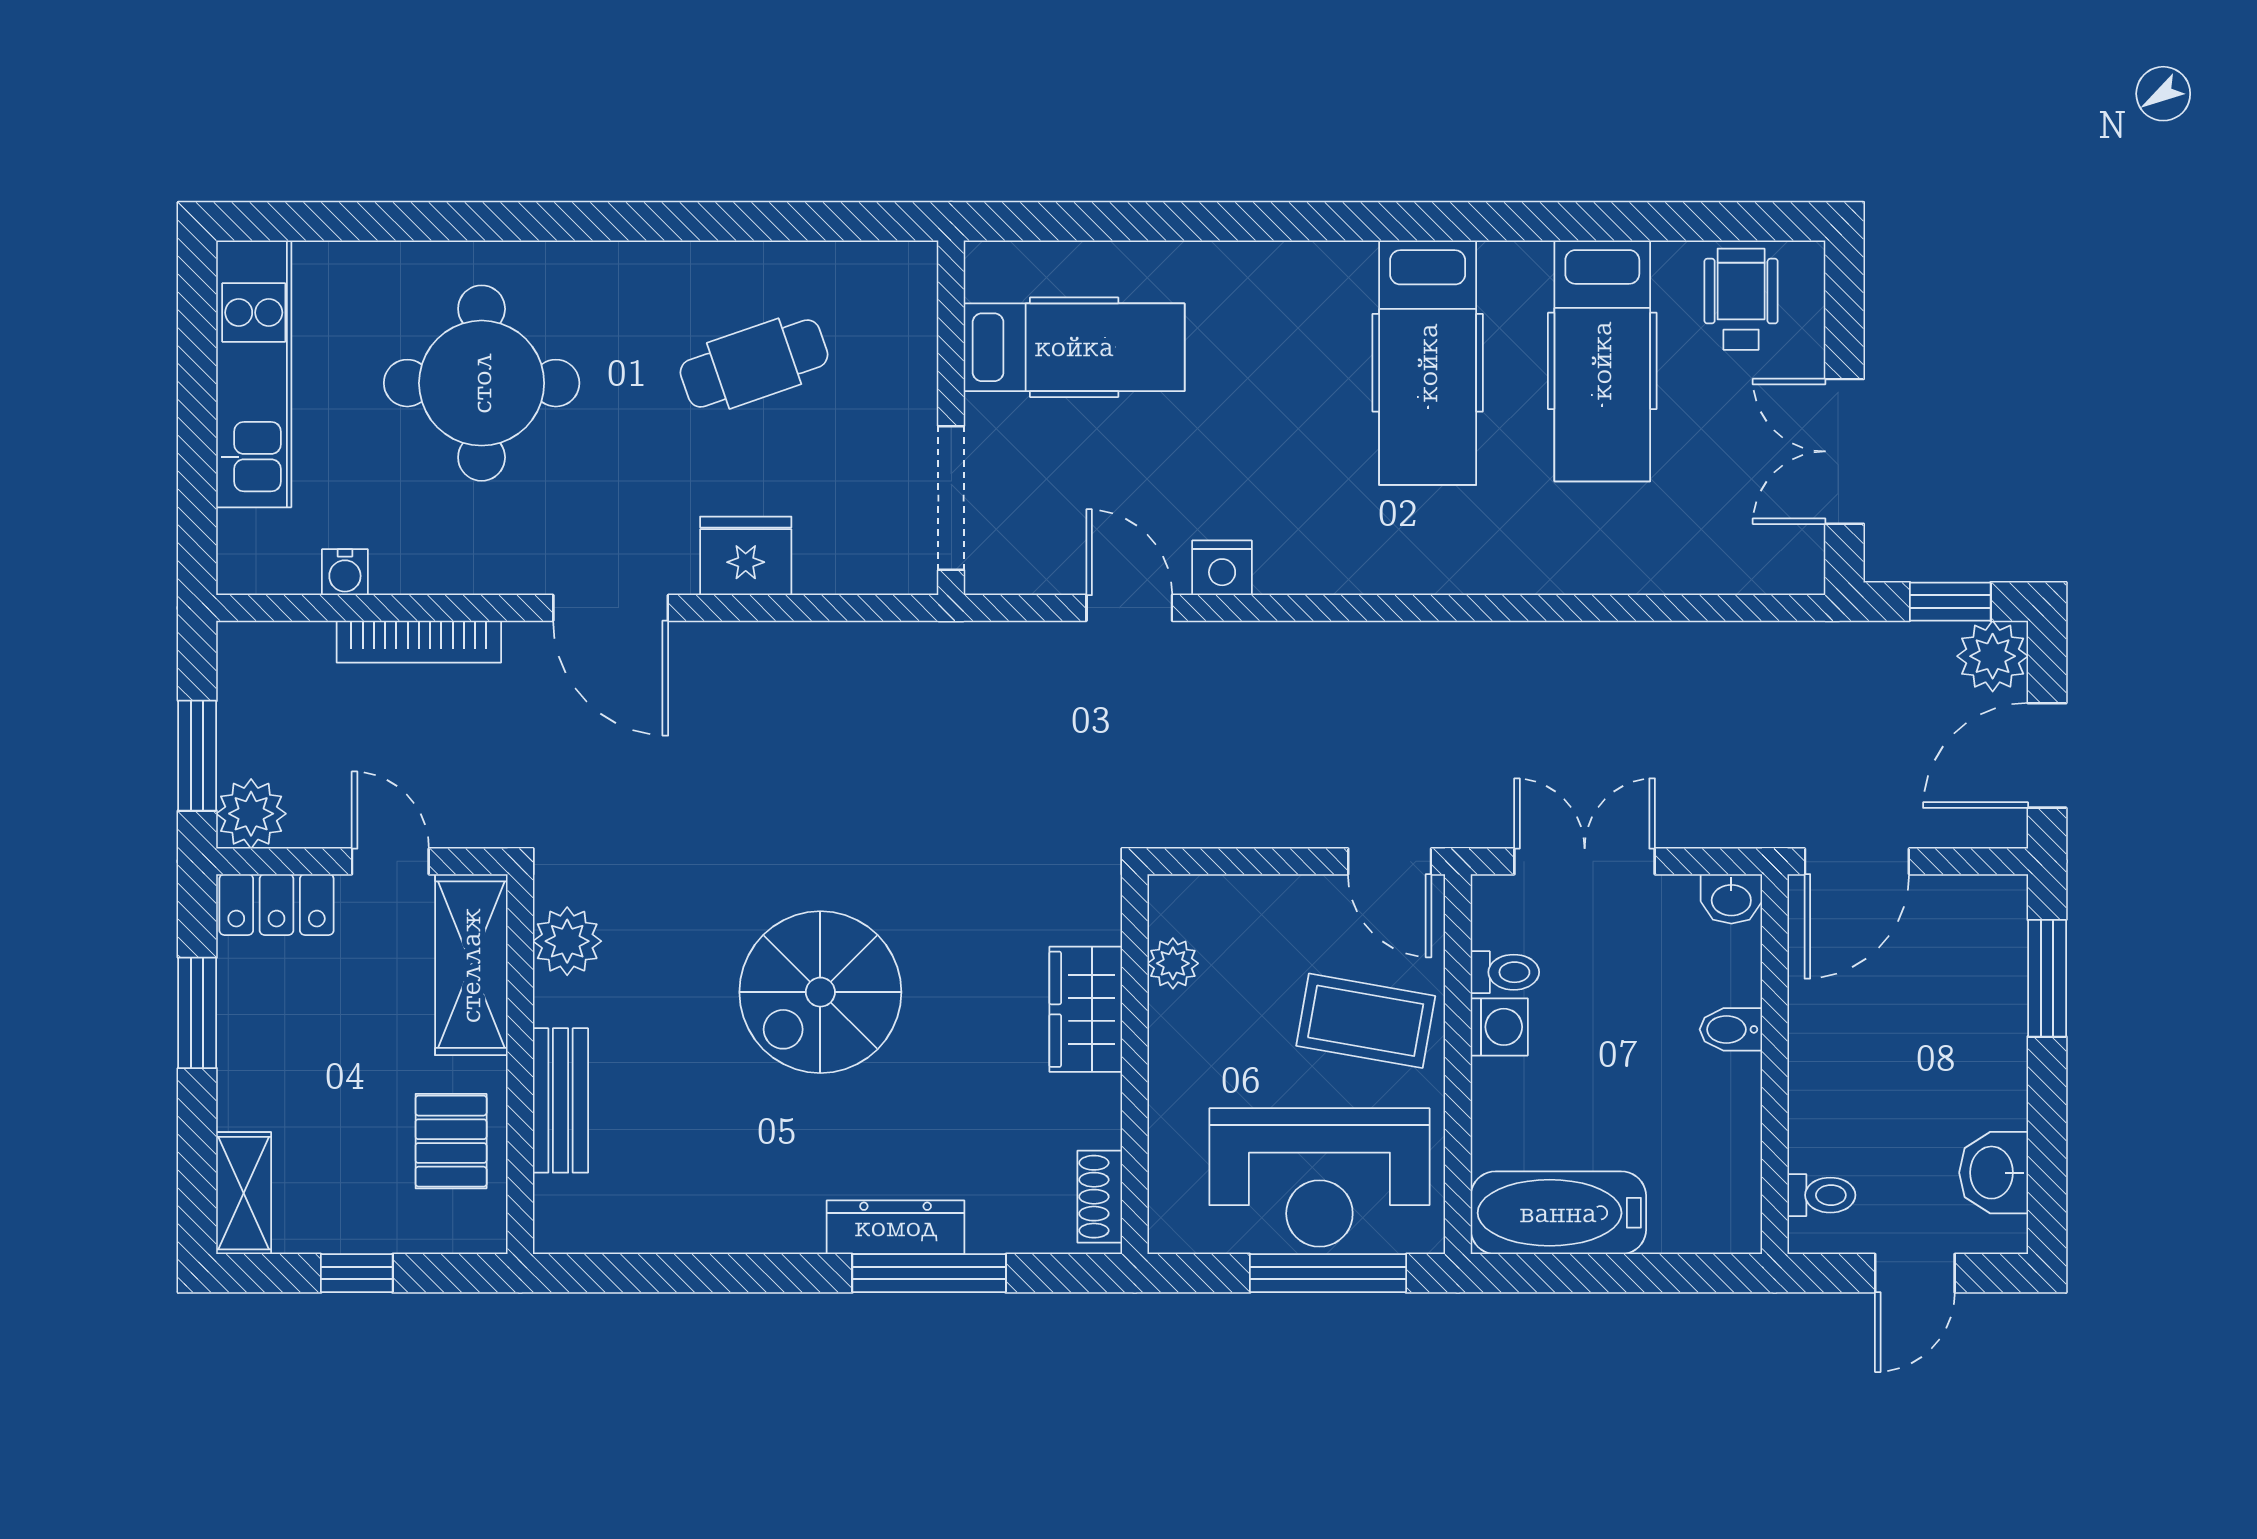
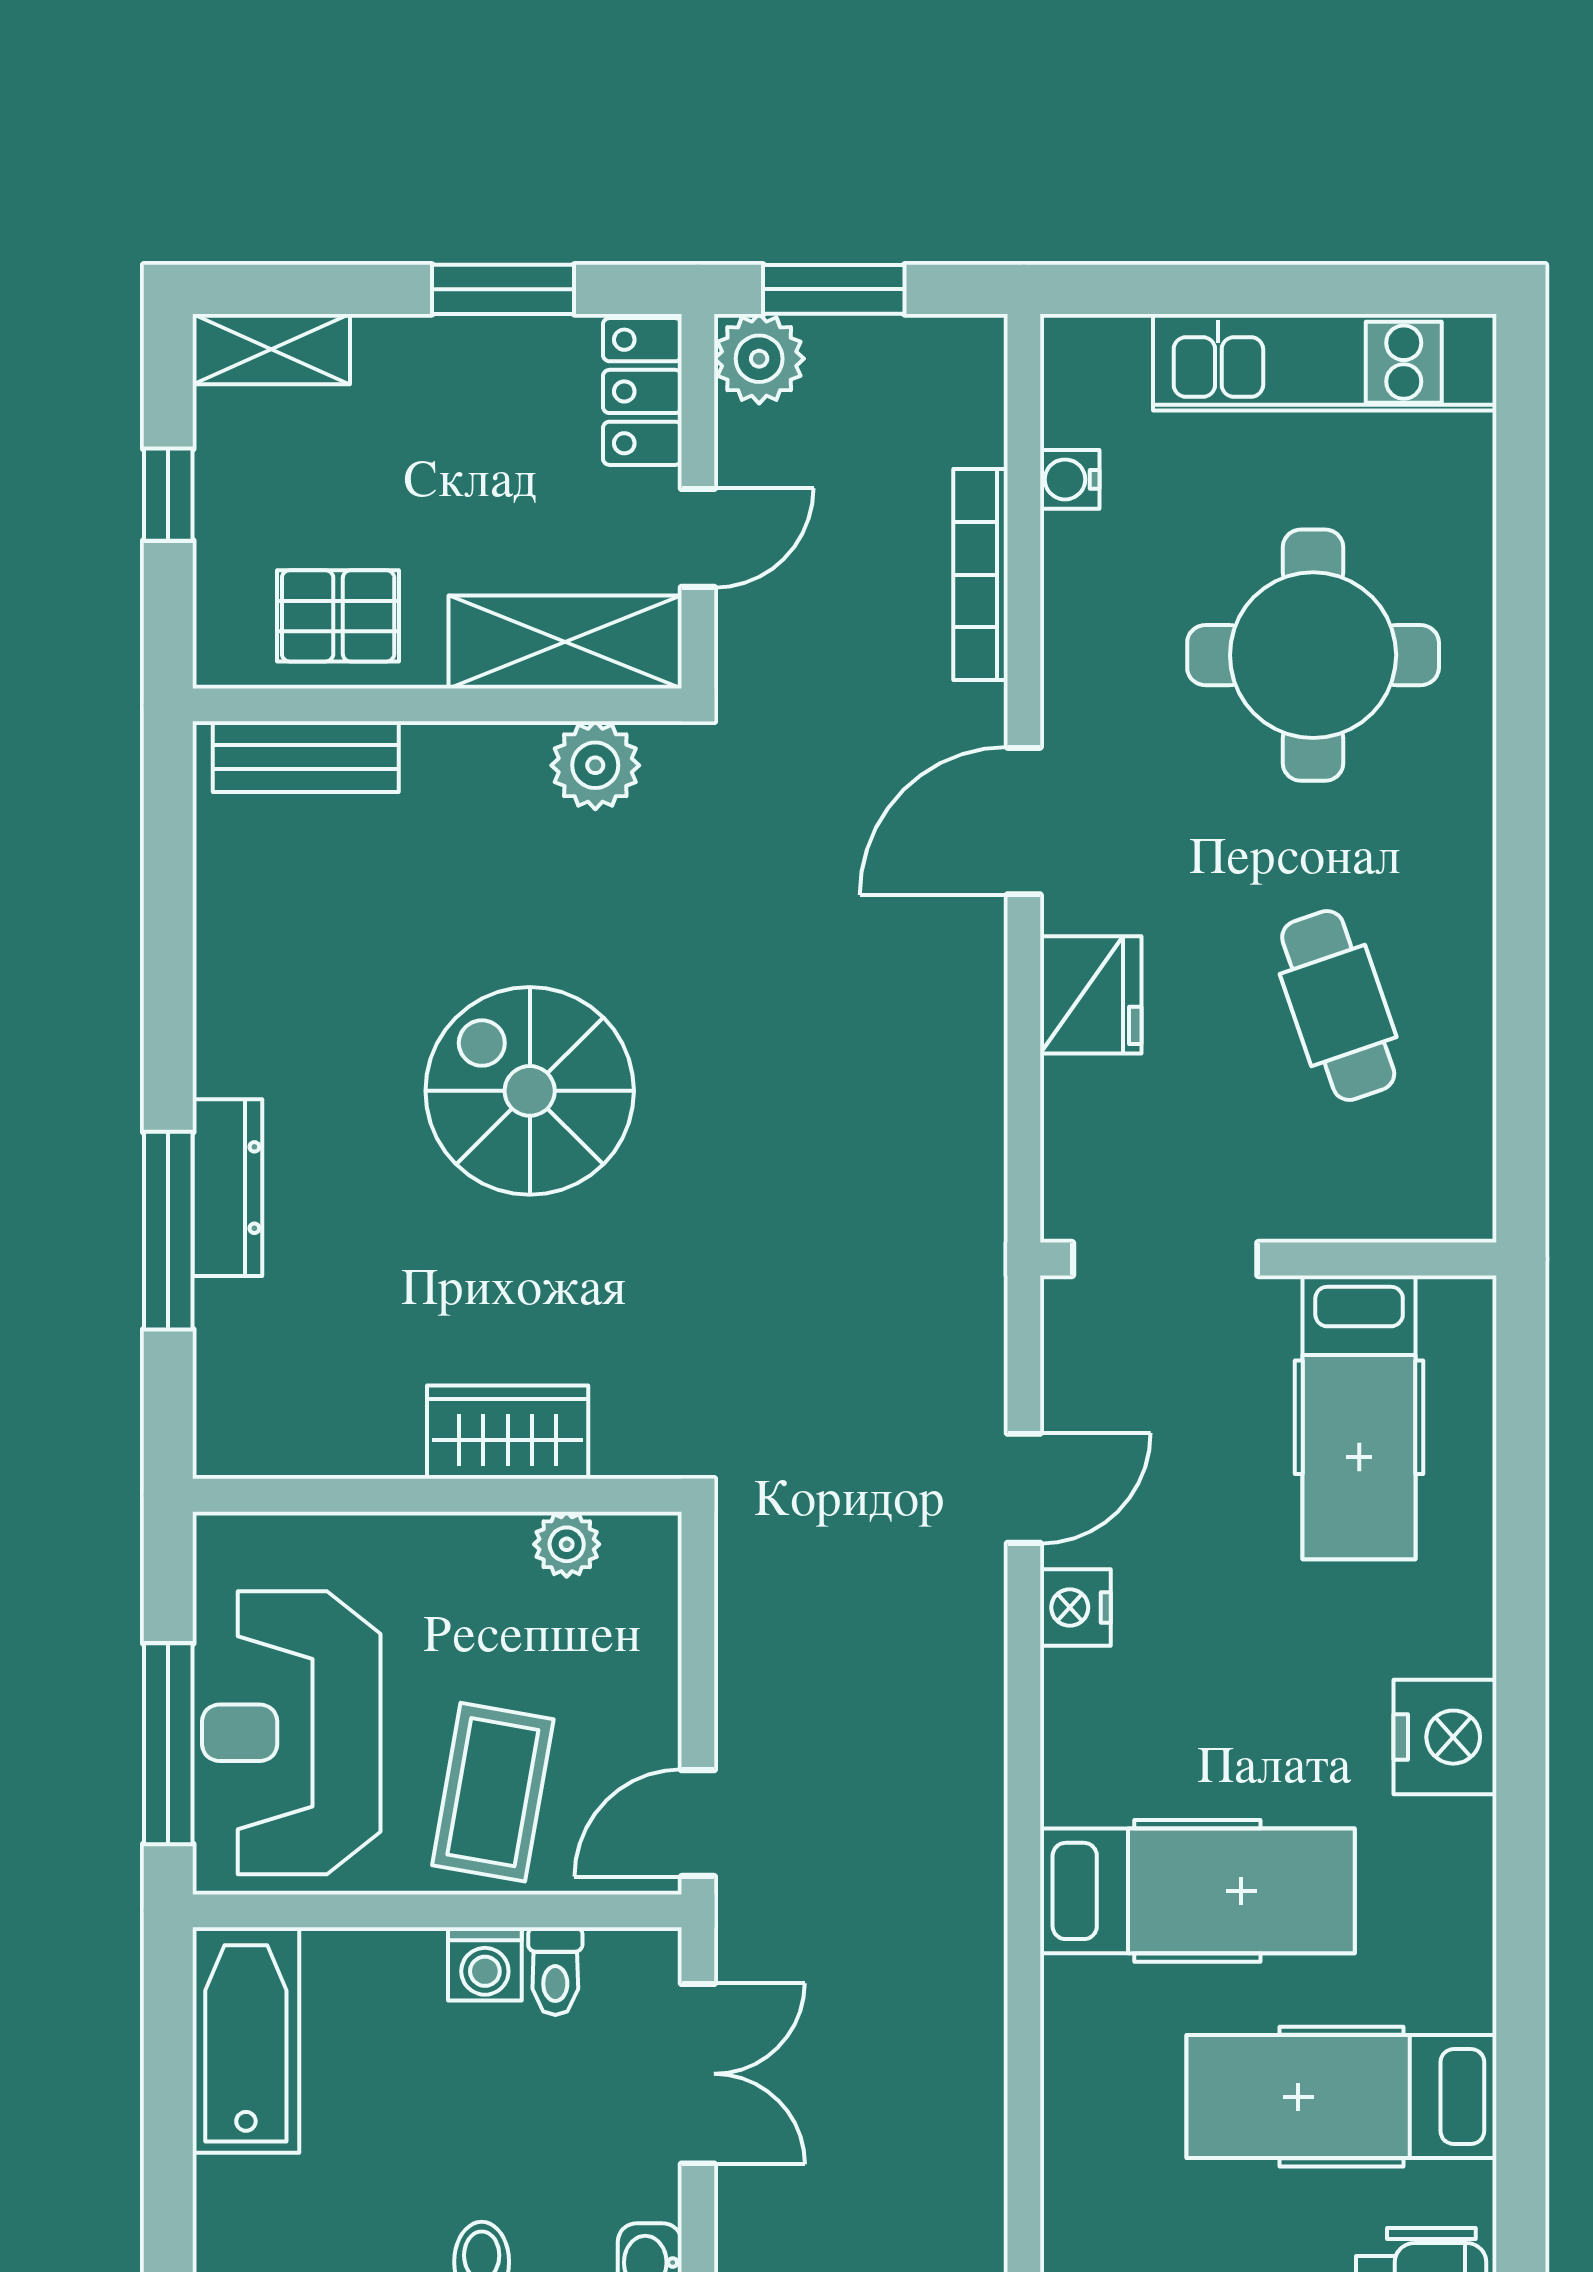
nightstand: (1323, 280) -> (1445, 1737), added
hospital bed: (1428, 363) -> (1197, 1891), moved, turned 180
bench: (561, 1100) -> (306, 757), moved
shoe rack: (1100, 1197) -> (267, 1450), removed

